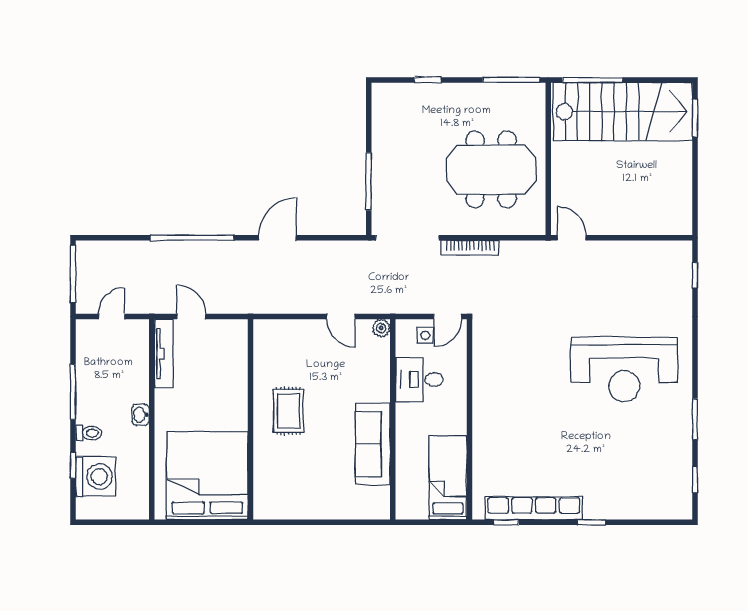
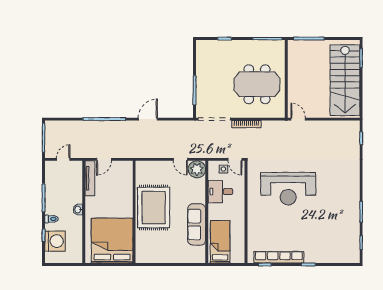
stairs: (623, 112) -> (345, 80), moved, turned 90
door: (191, 316) -> (104, 159), swing flipped
door: (448, 316) -> (235, 159), hinge flipped
plant: (381, 328) -> (197, 169), width x1.87, depth x1.87
reception desk: (624, 369) -> (288, 189), moved
rug: (289, 411) -> (154, 208), width x1.86, depth x2.06
bed: (448, 478) -> (220, 242), moved

